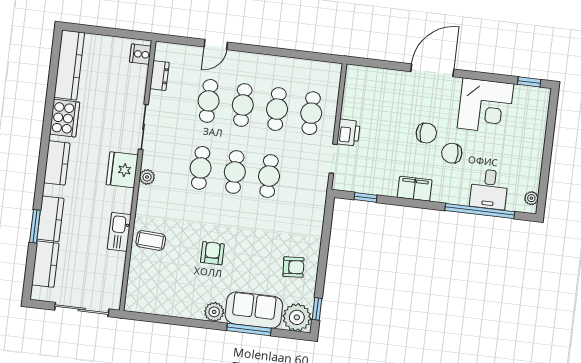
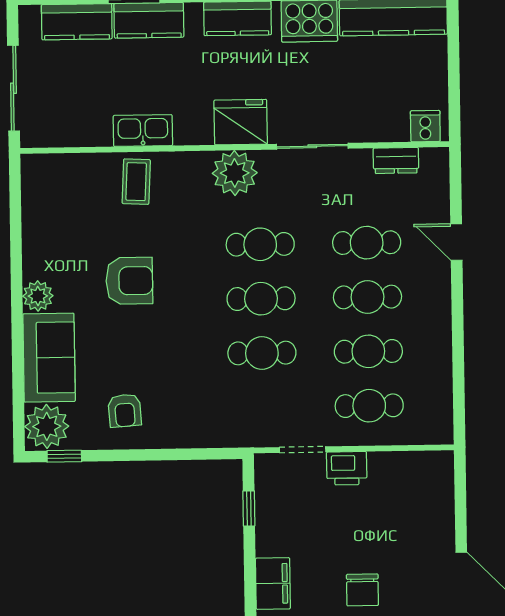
plant: (147, 177) -> (235, 173), width x1.87, depth x1.87
armchair: (212, 253) -> (129, 281), width x1.38, depth x1.38
window: (249, 329) -> (18, 354), removed

